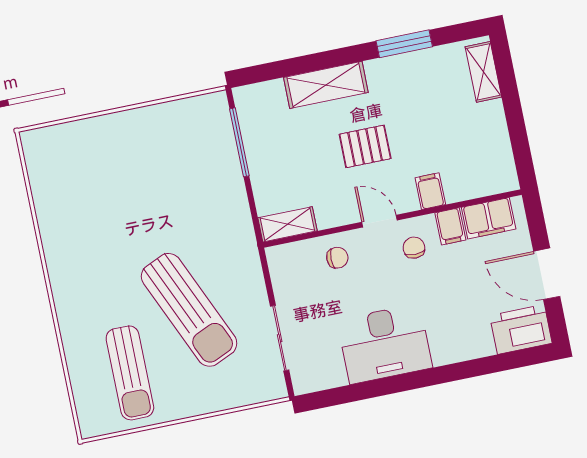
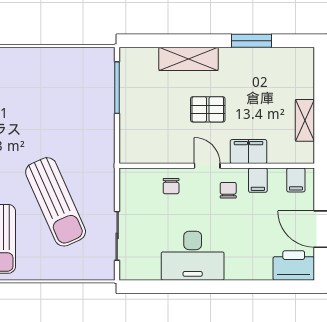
shelving: (483, 72) -> (305, 120), moved
filing cabinet: (430, 191) -> (249, 152), width x2.00
filing cabinet: (489, 218) -> (296, 180), width x0.50
shelving: (287, 224) -> (140, 154), removed
chair: (337, 258) -> (171, 186), turned 90

